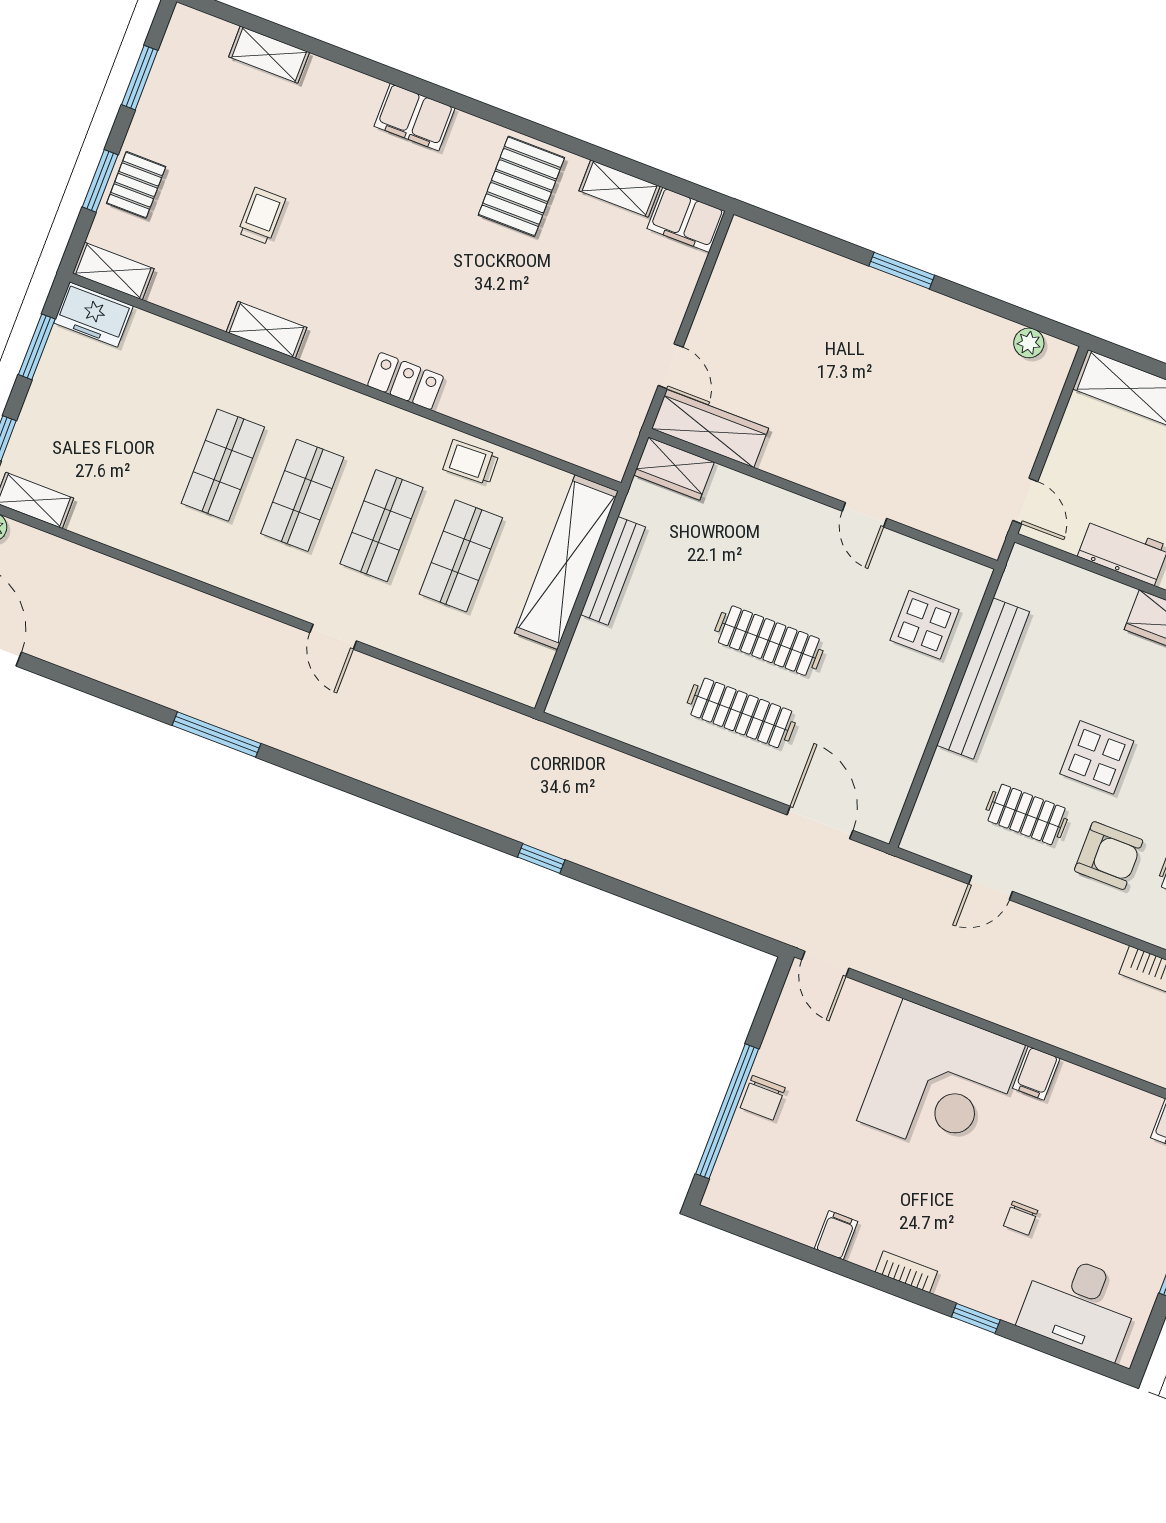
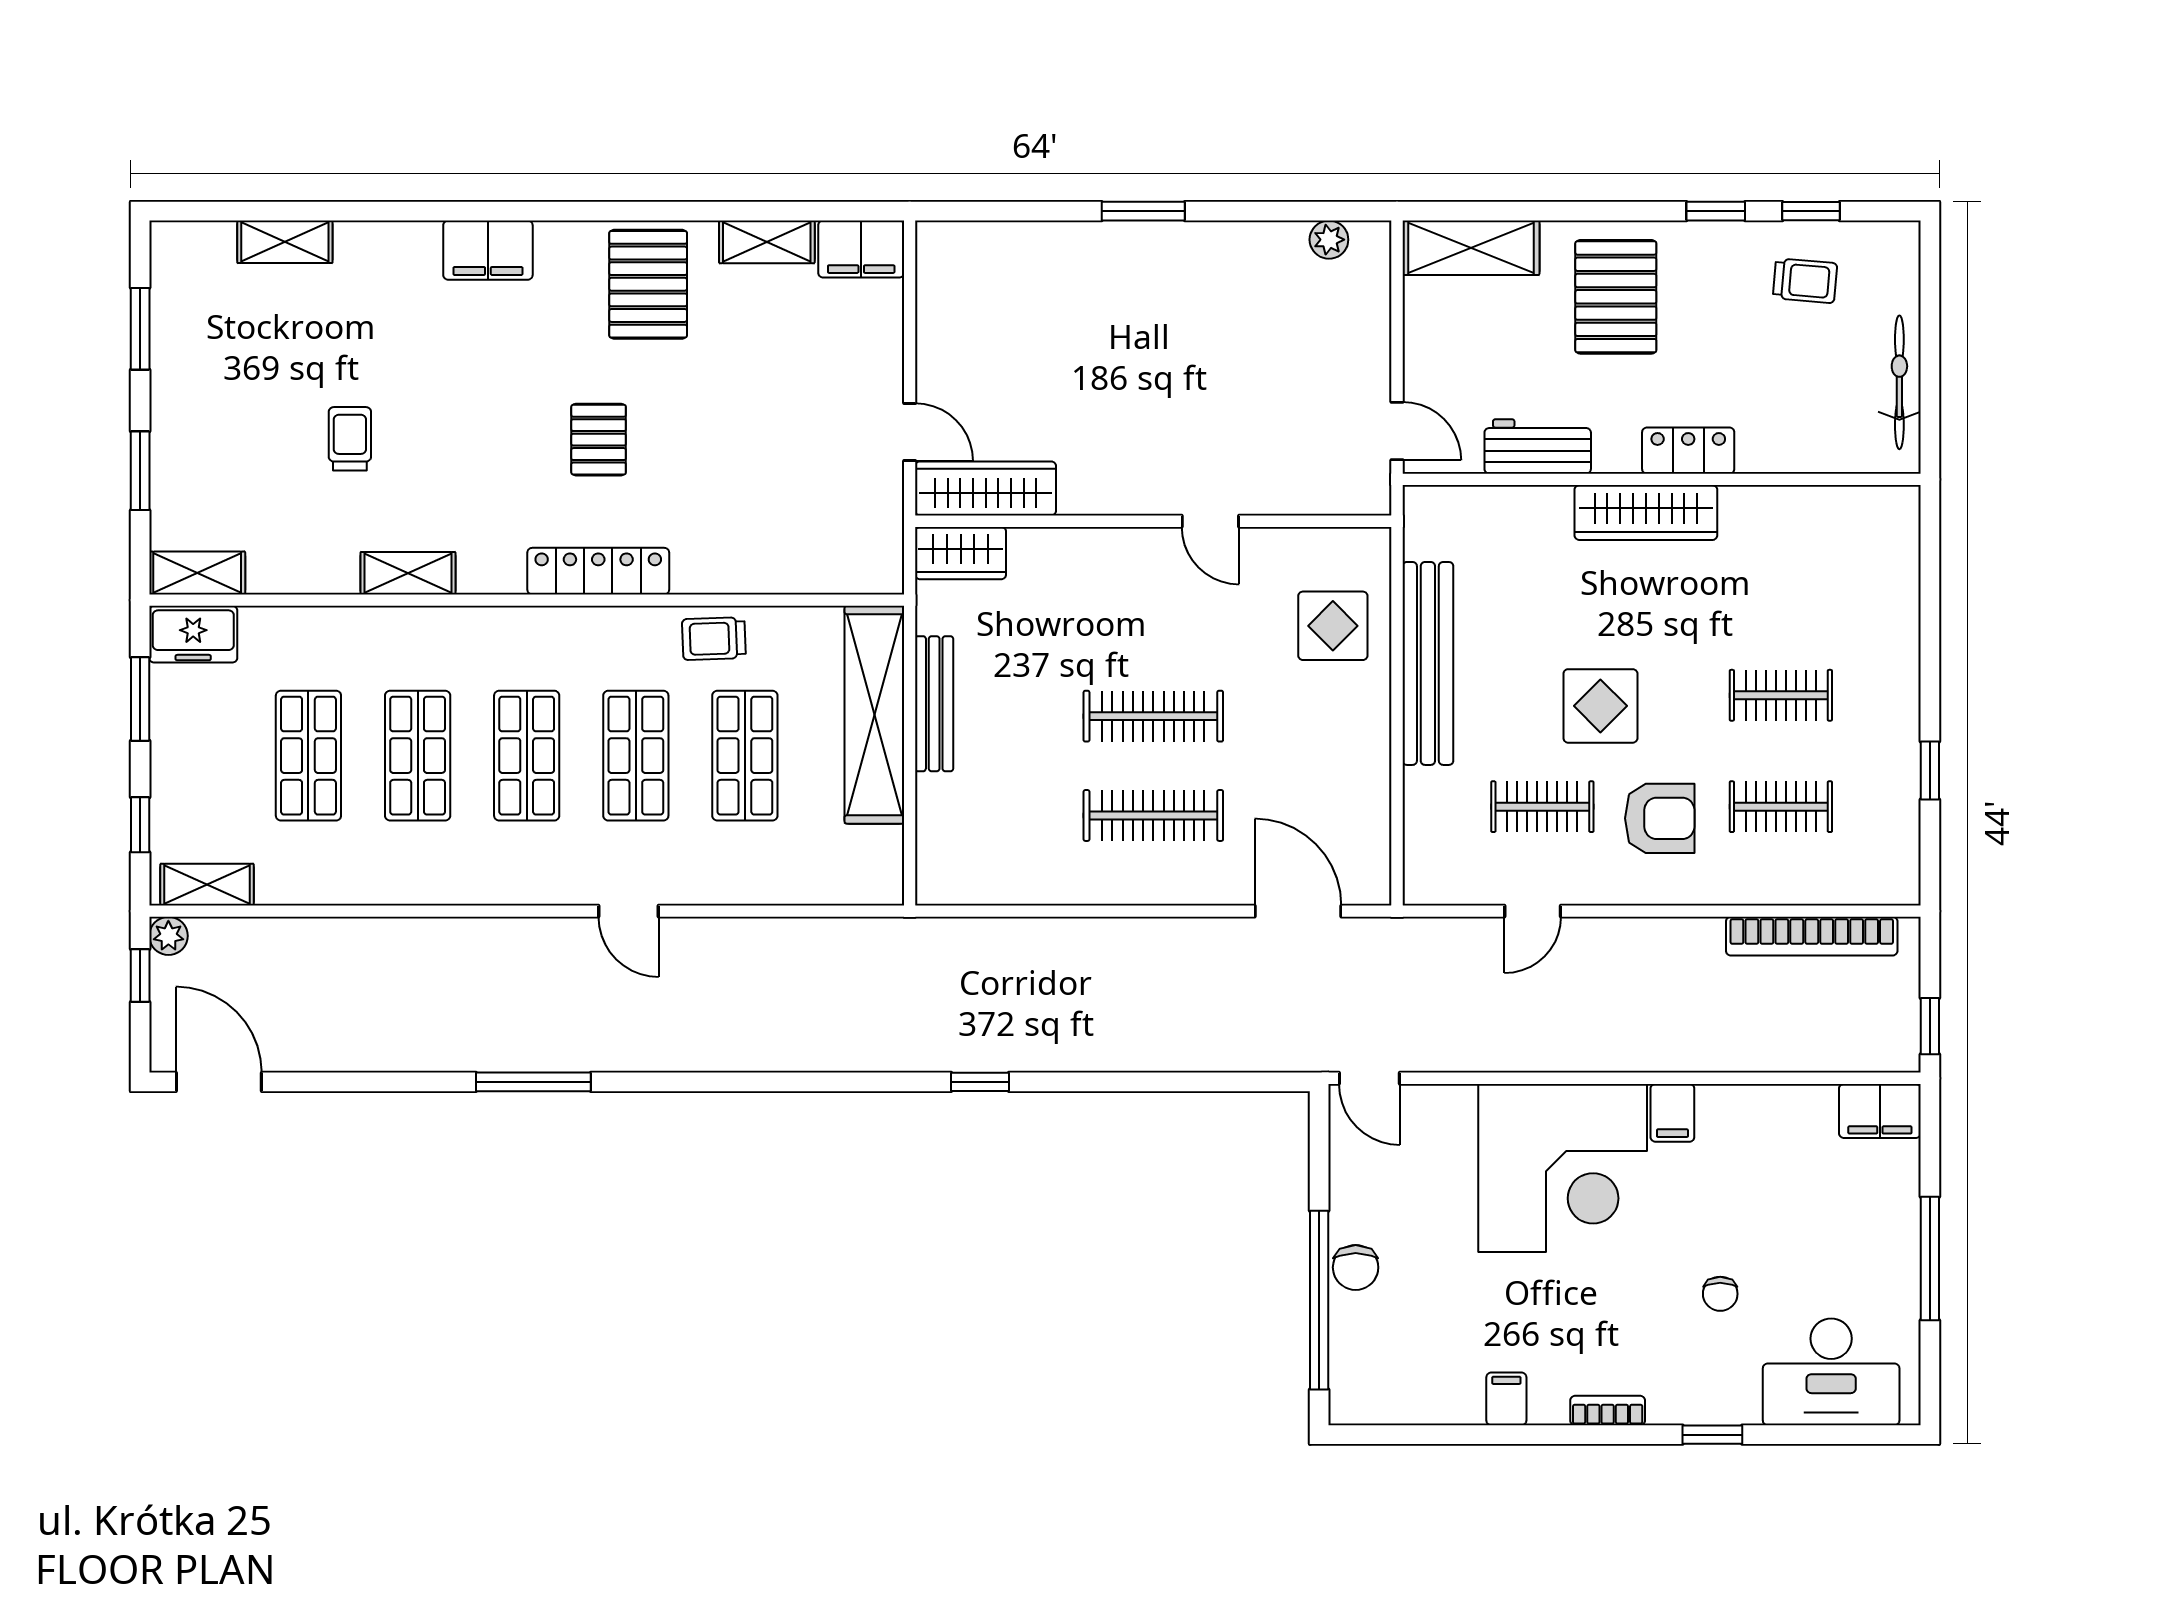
pallet: (136, 185) -> (599, 440), moved
locker: (405, 381) -> (598, 571), width x1.53
shop shelf: (144, 435) -> (308, 756), added

